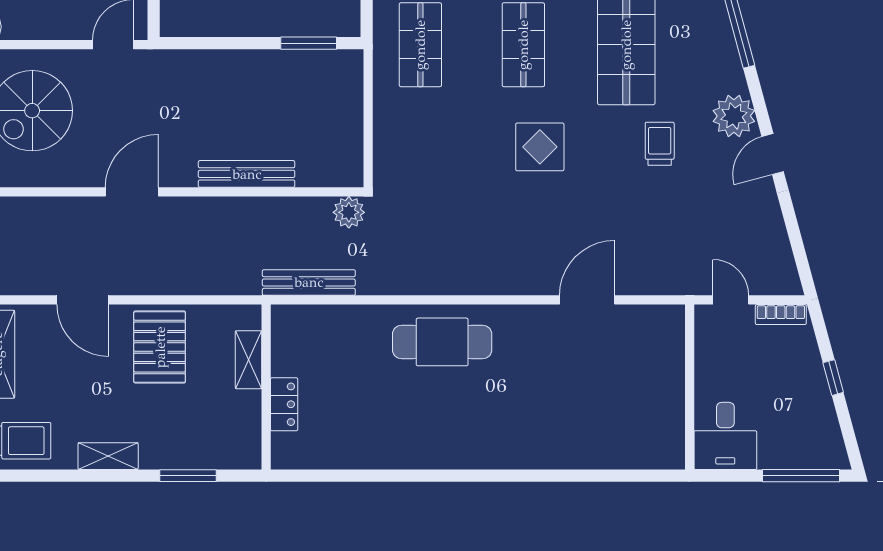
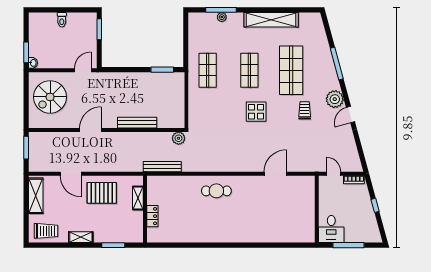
cafe table: (442, 342) -> (216, 191), width x0.73, depth x0.74
pallet: (160, 347) -> (102, 193), turned 90
window: (801, 476) -> (349, 245), moved

